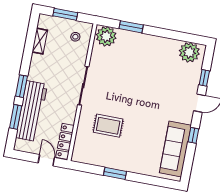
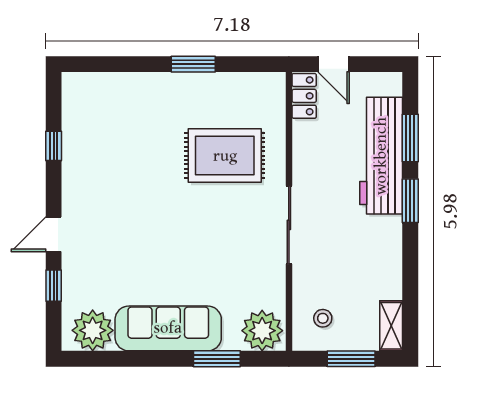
shelving: (40, 41) -> (391, 326), moved
rug: (108, 126) -> (225, 156), width x1.36, depth x1.43
window: (193, 135) -> (54, 146), moved
locker: (65, 141) -> (304, 96), width x0.66
sofa: (175, 149) -> (168, 328), moved, turned -90

